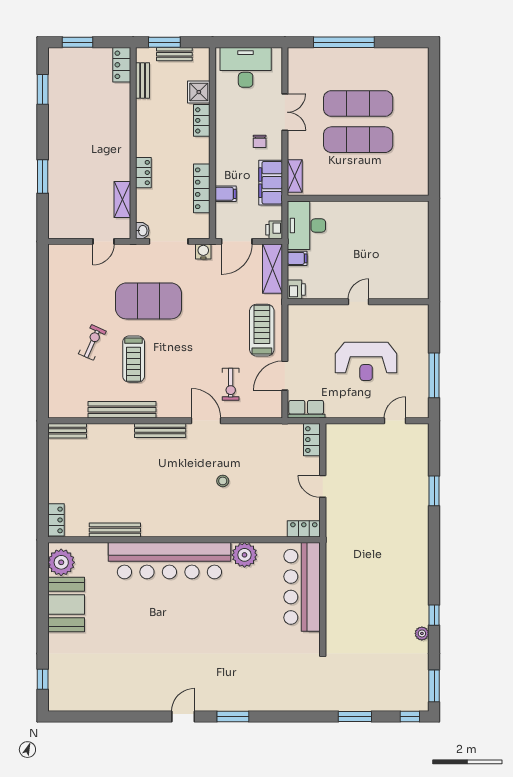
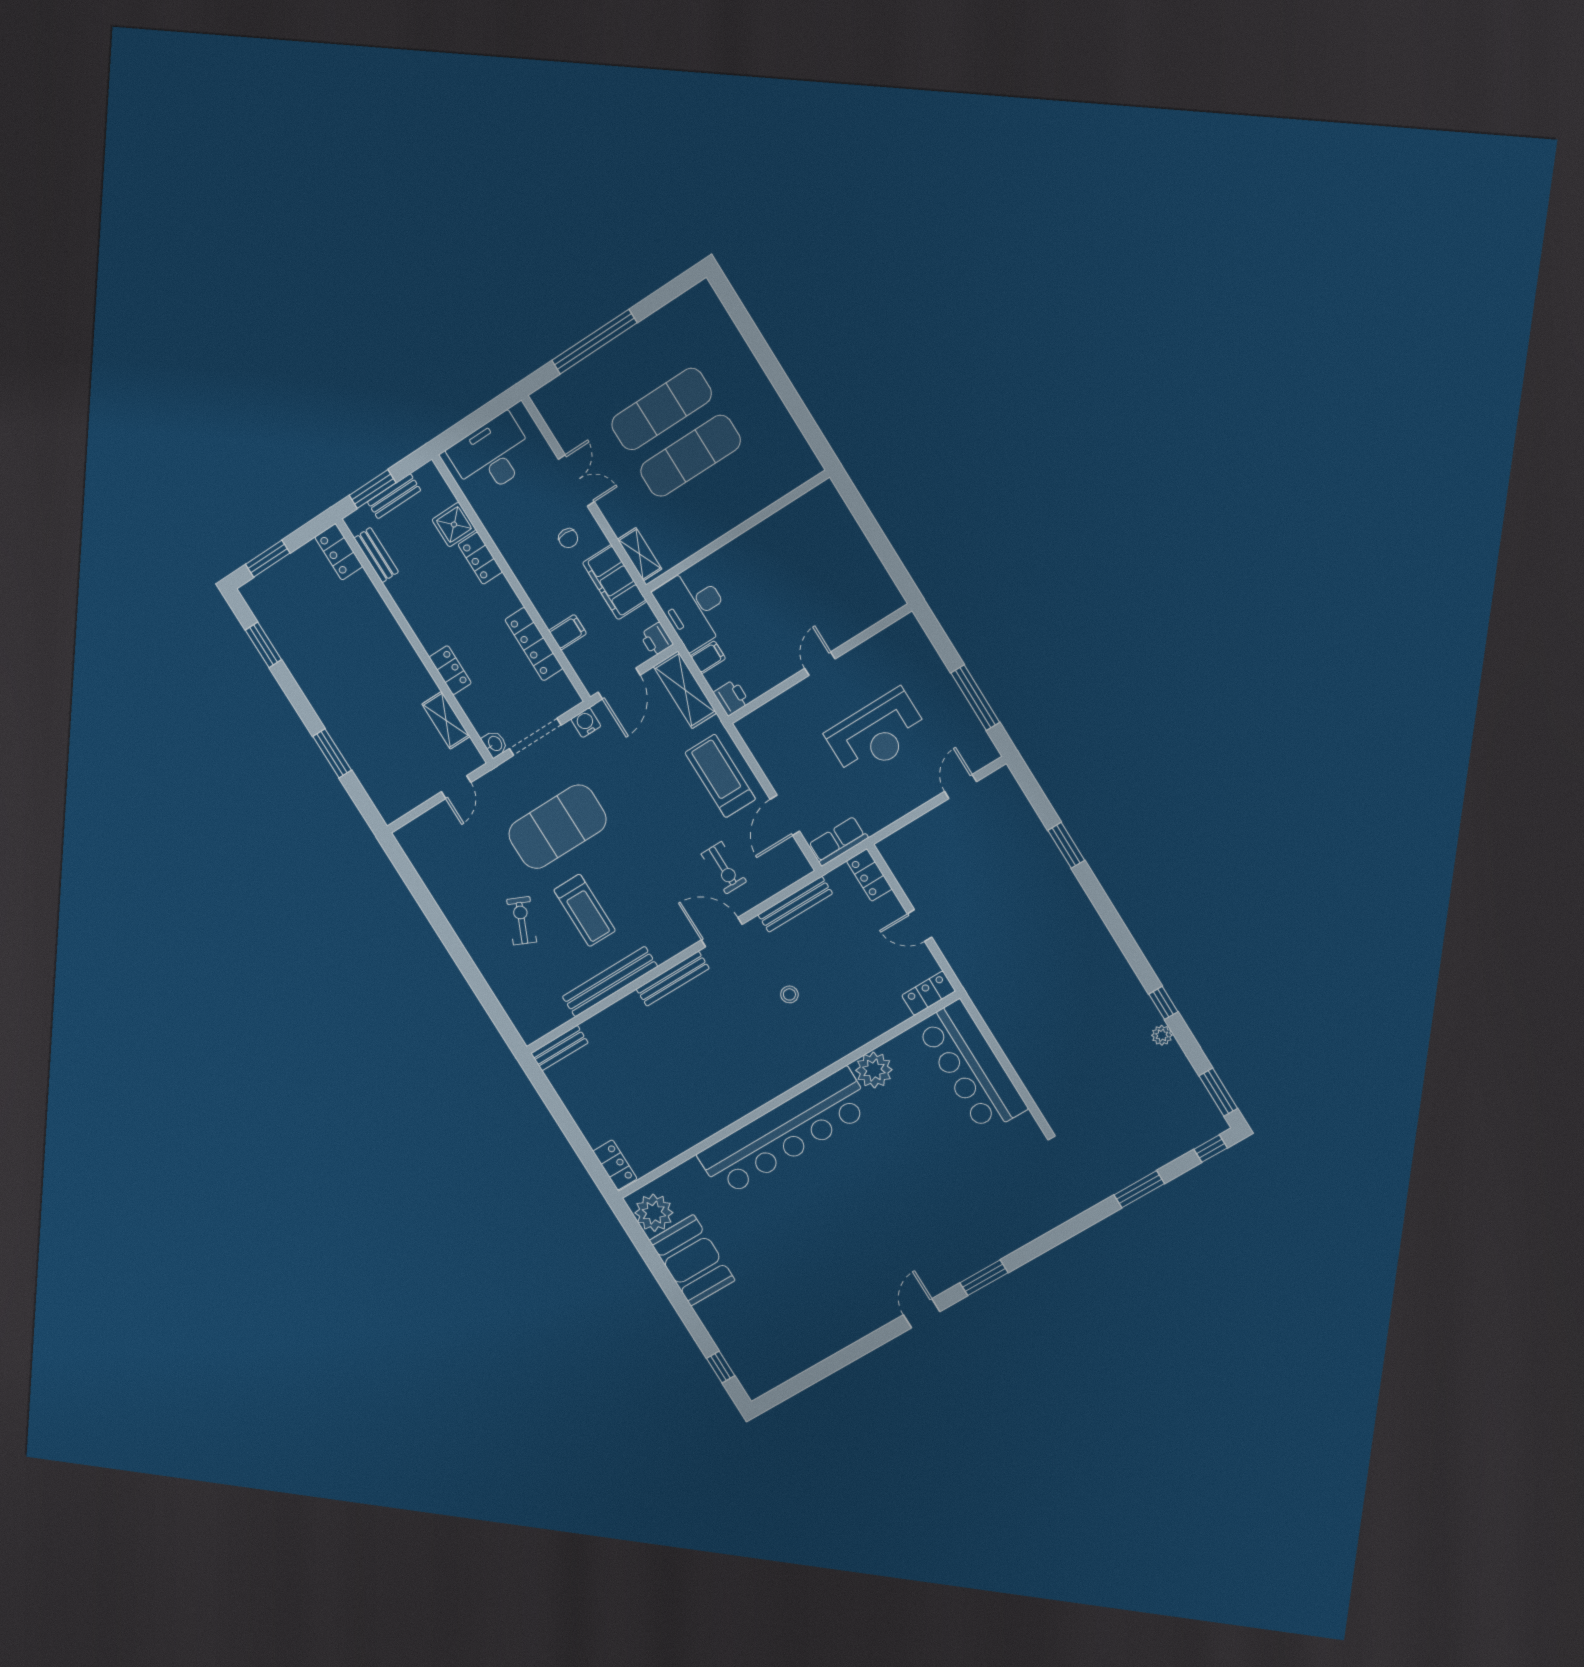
bench: (115, 530) -> (795, 904), moved

